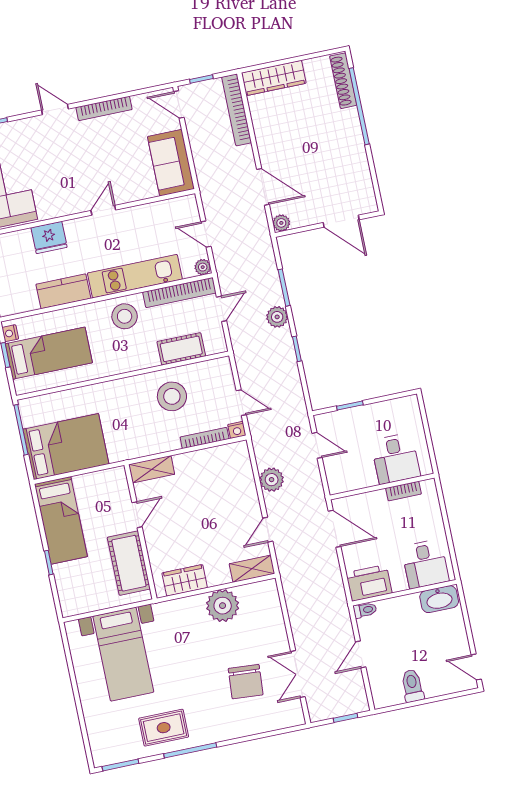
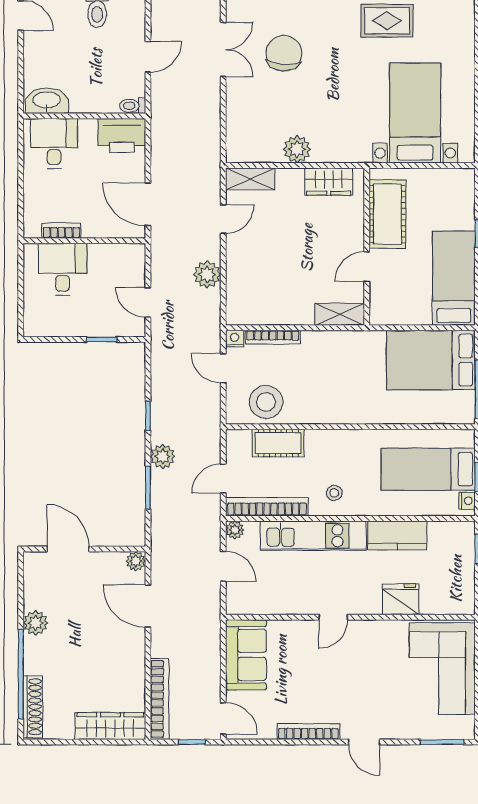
plant: (356, 153) -> (36, 623), added
stool: (125, 316) -> (334, 493), width x0.53, depth x0.53
stool: (172, 396) -> (266, 402), moved
plant: (223, 606) -> (297, 149), width x0.73, depth x0.73

